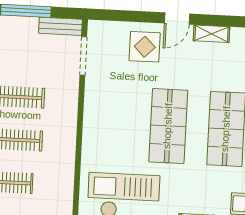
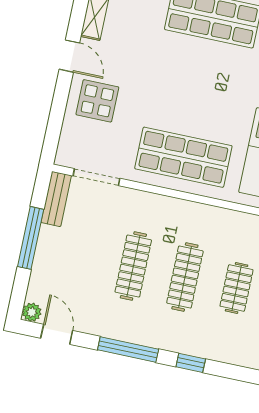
shop shelf: (168, 126) -> (183, 157), moved

